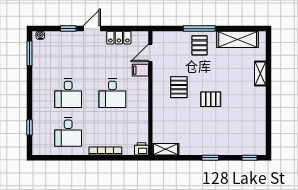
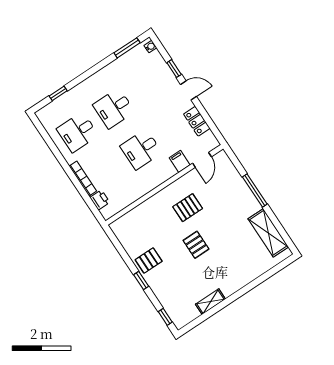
pallet: (200, 45) -> (149, 260), moved
door: (150, 53) -> (202, 160), swing flipped
shelving: (260, 74) -> (210, 302), moved
printer: (141, 149) -> (100, 200), moved
shelving: (165, 149) -> (121, 233), removed

